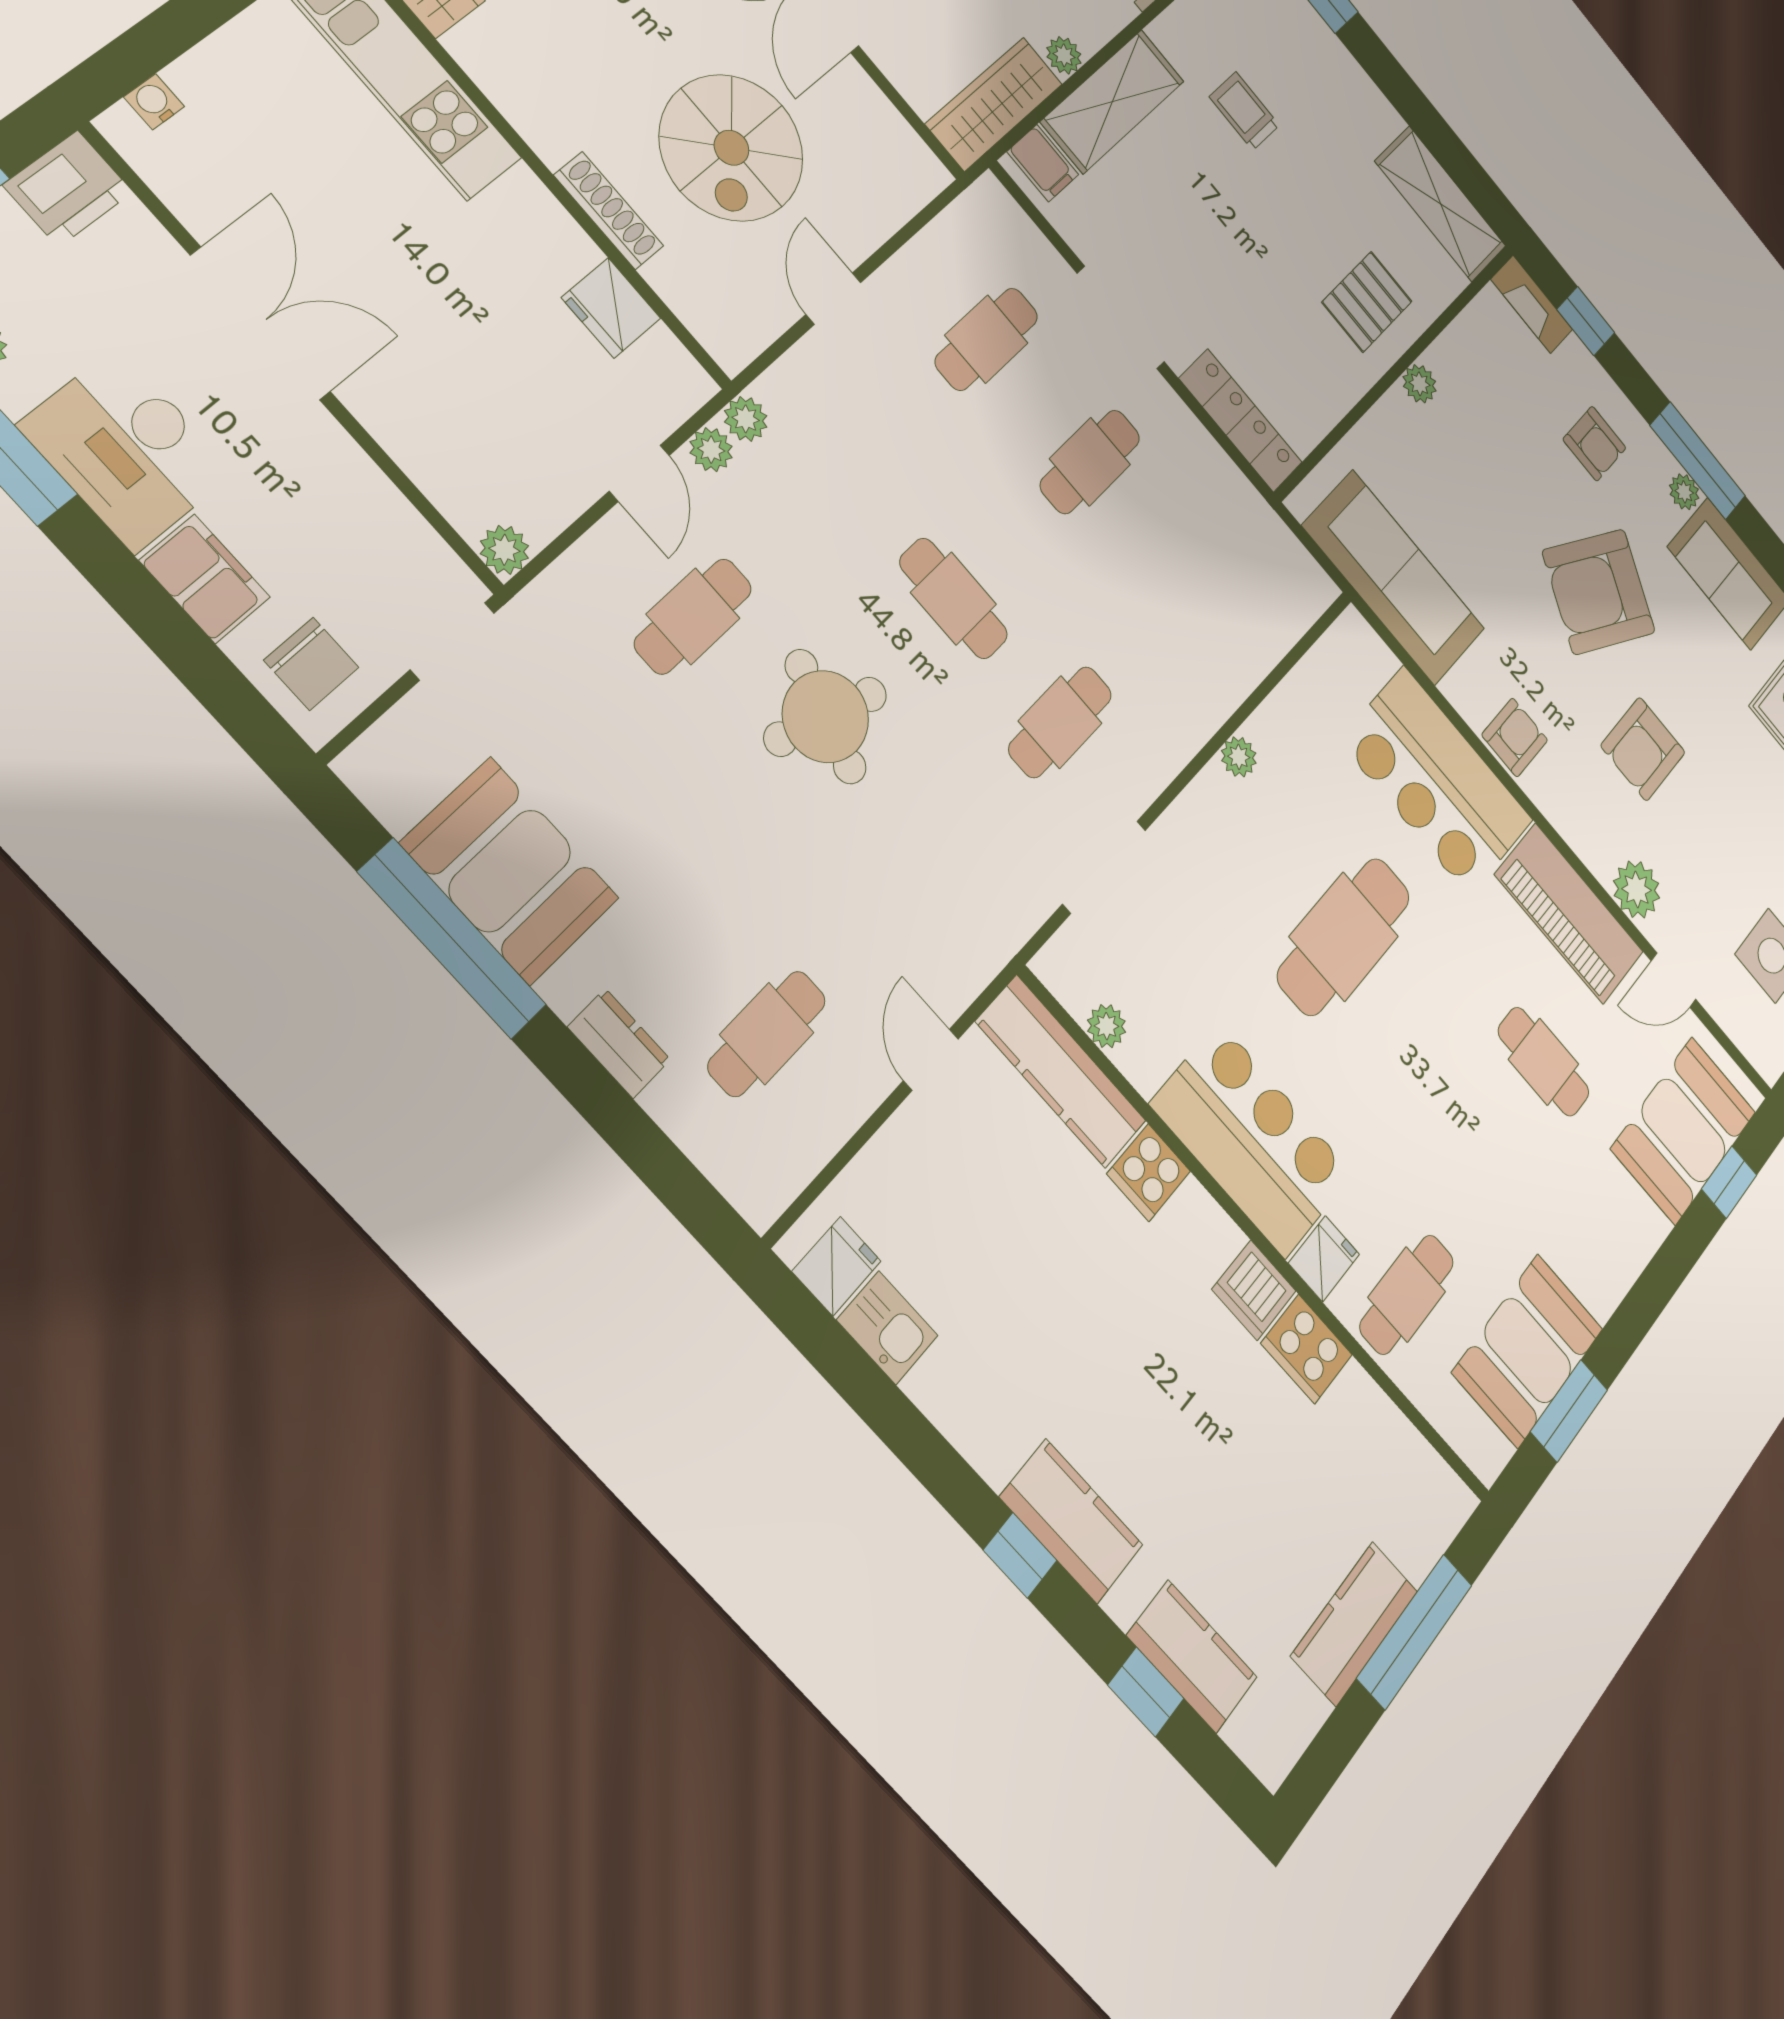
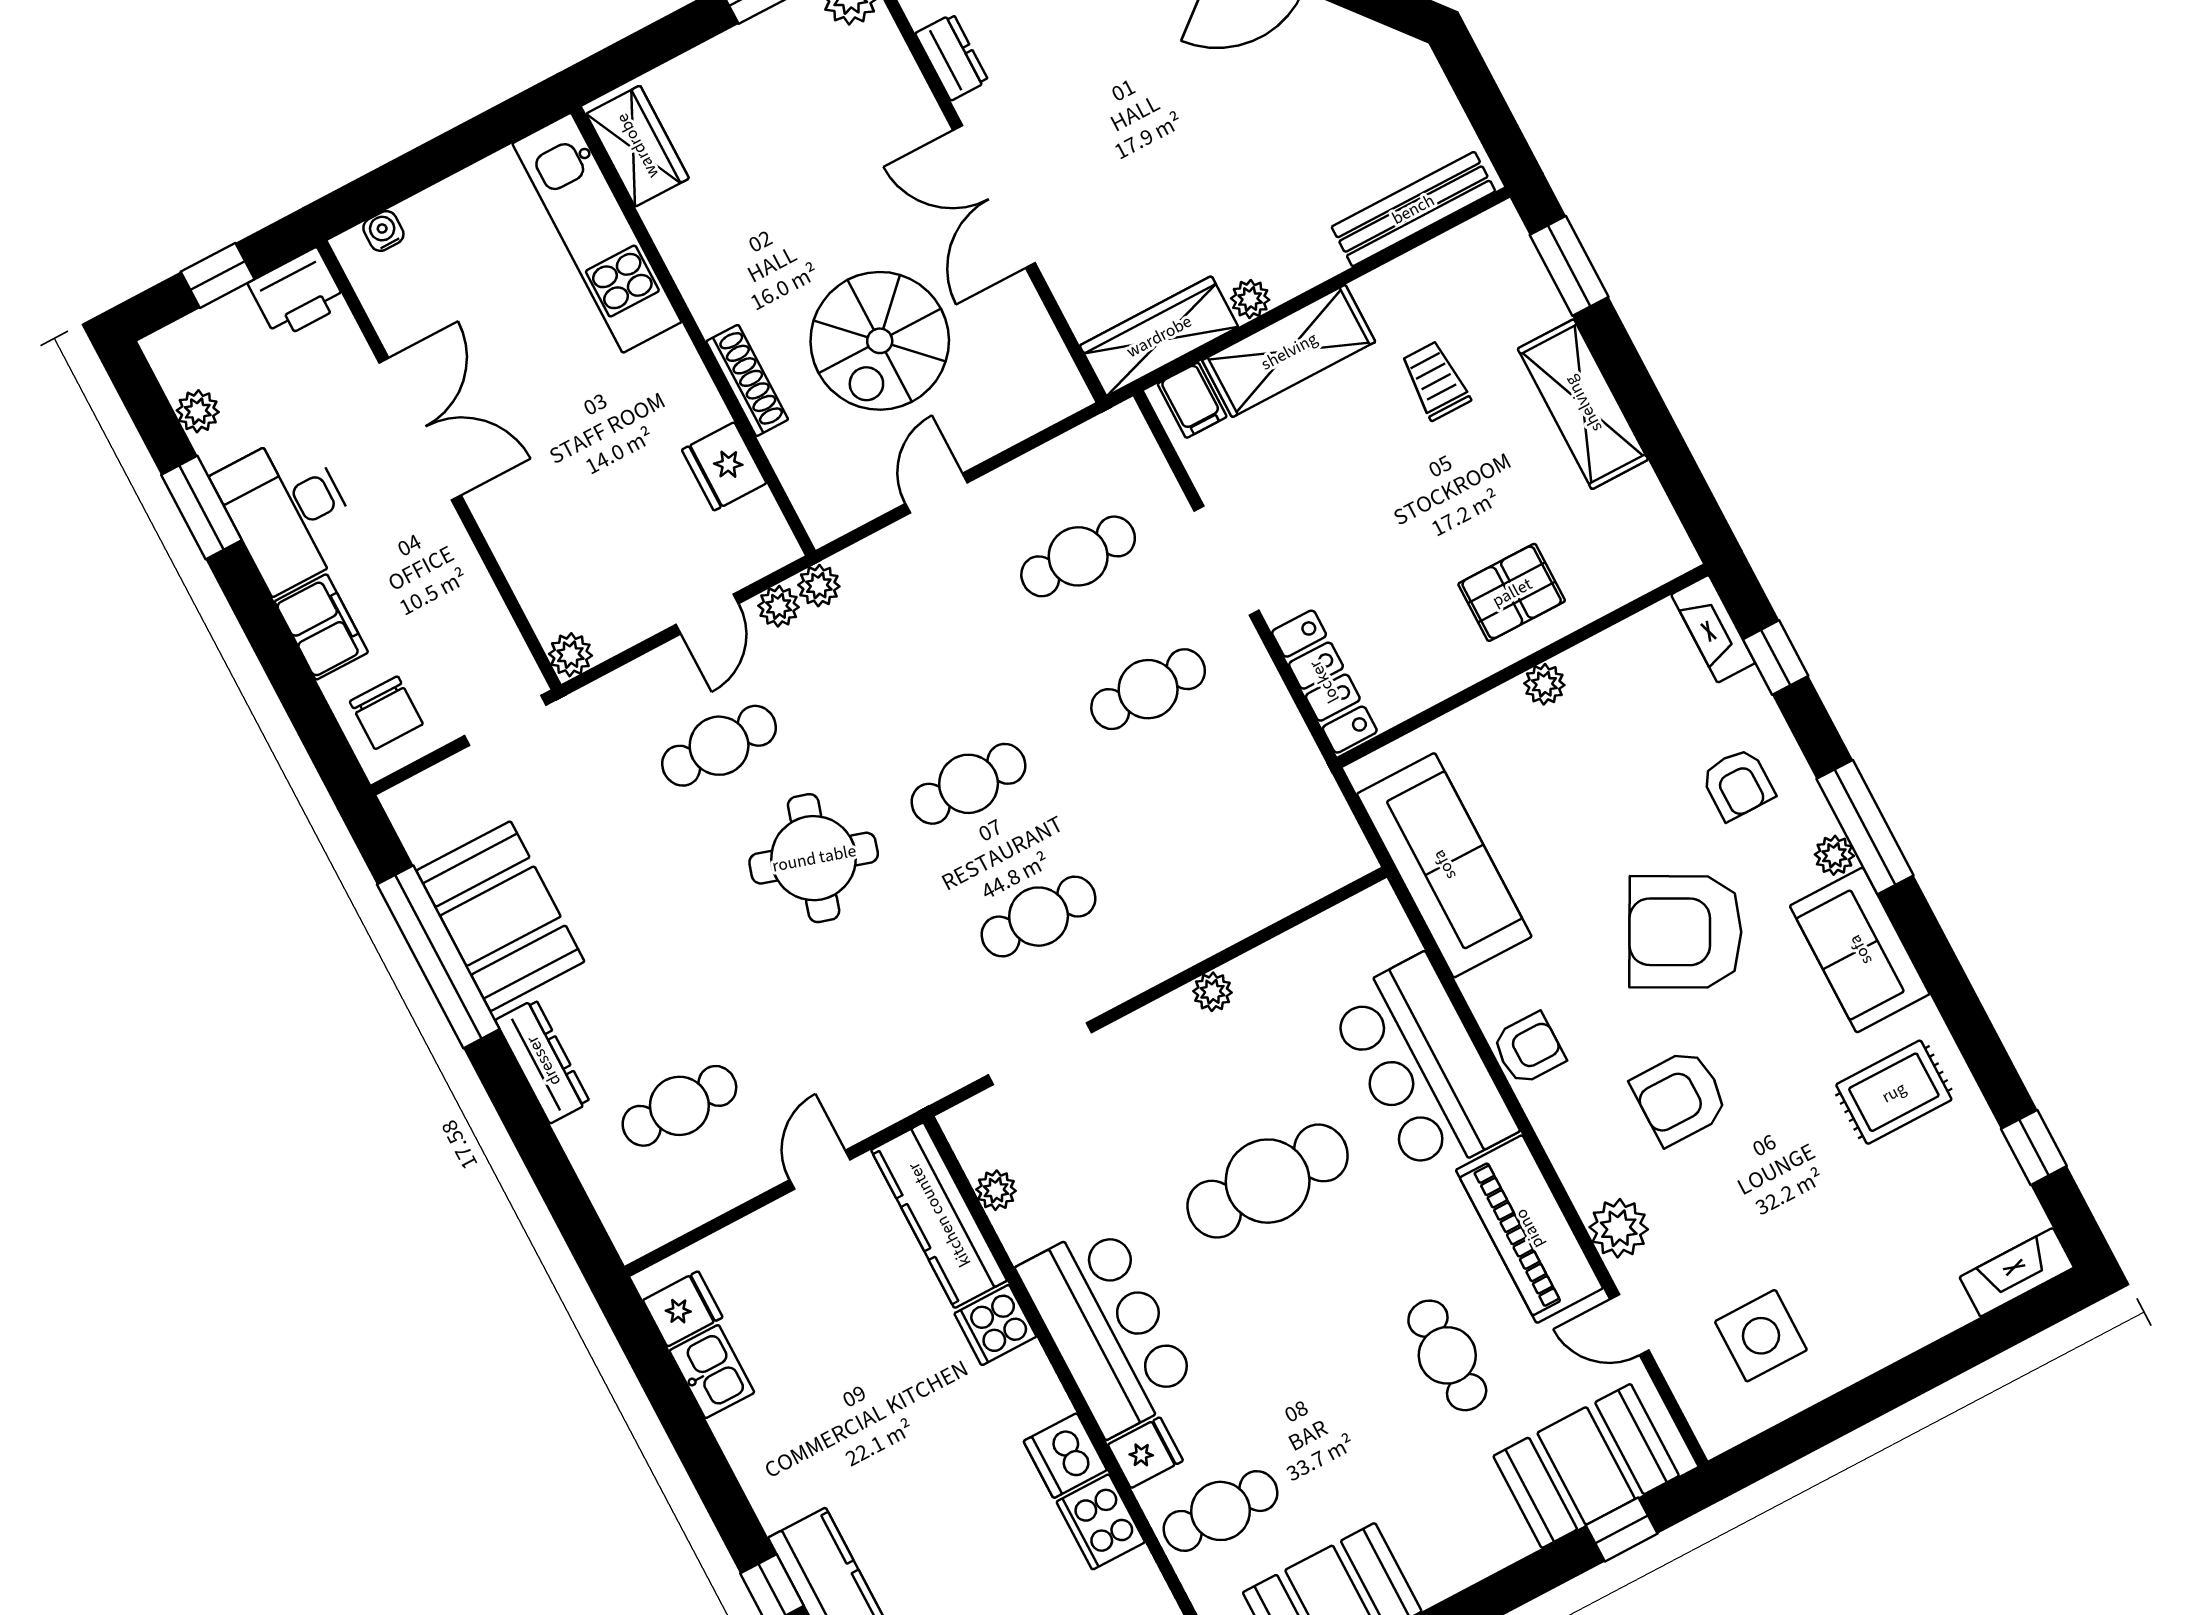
shelving: (1441, 204) -> (1583, 404), moved
cafe table: (954, 599) -> (969, 784), turned 90
dresser: (619, 1043) -> (543, 1061), width x1.44

